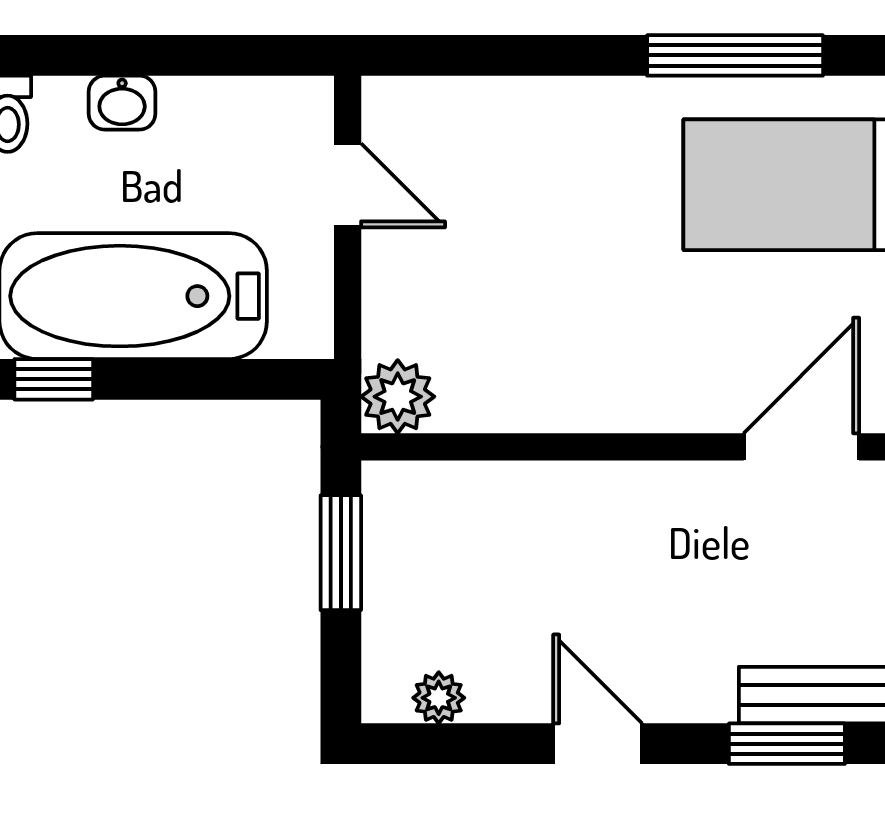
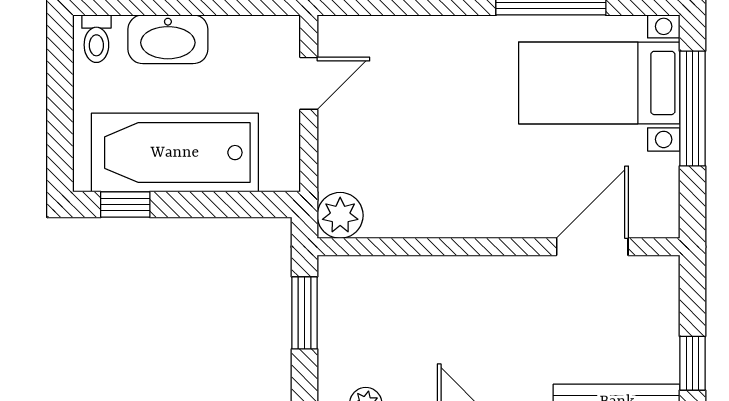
washbasin: (122, 103) -> (168, 39), width x1.91, depth x1.45
door: (348, 185) -> (309, 83), hinge flipped

